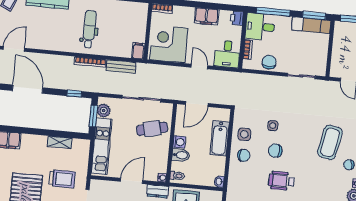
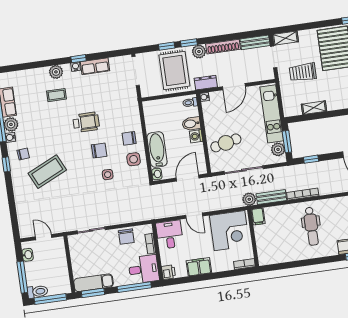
plant: (143, 69) -> (249, 199), added
coffee table: (330, 142) -> (47, 172), turned 54
washbasin: (219, 182) -> (157, 174), moved

